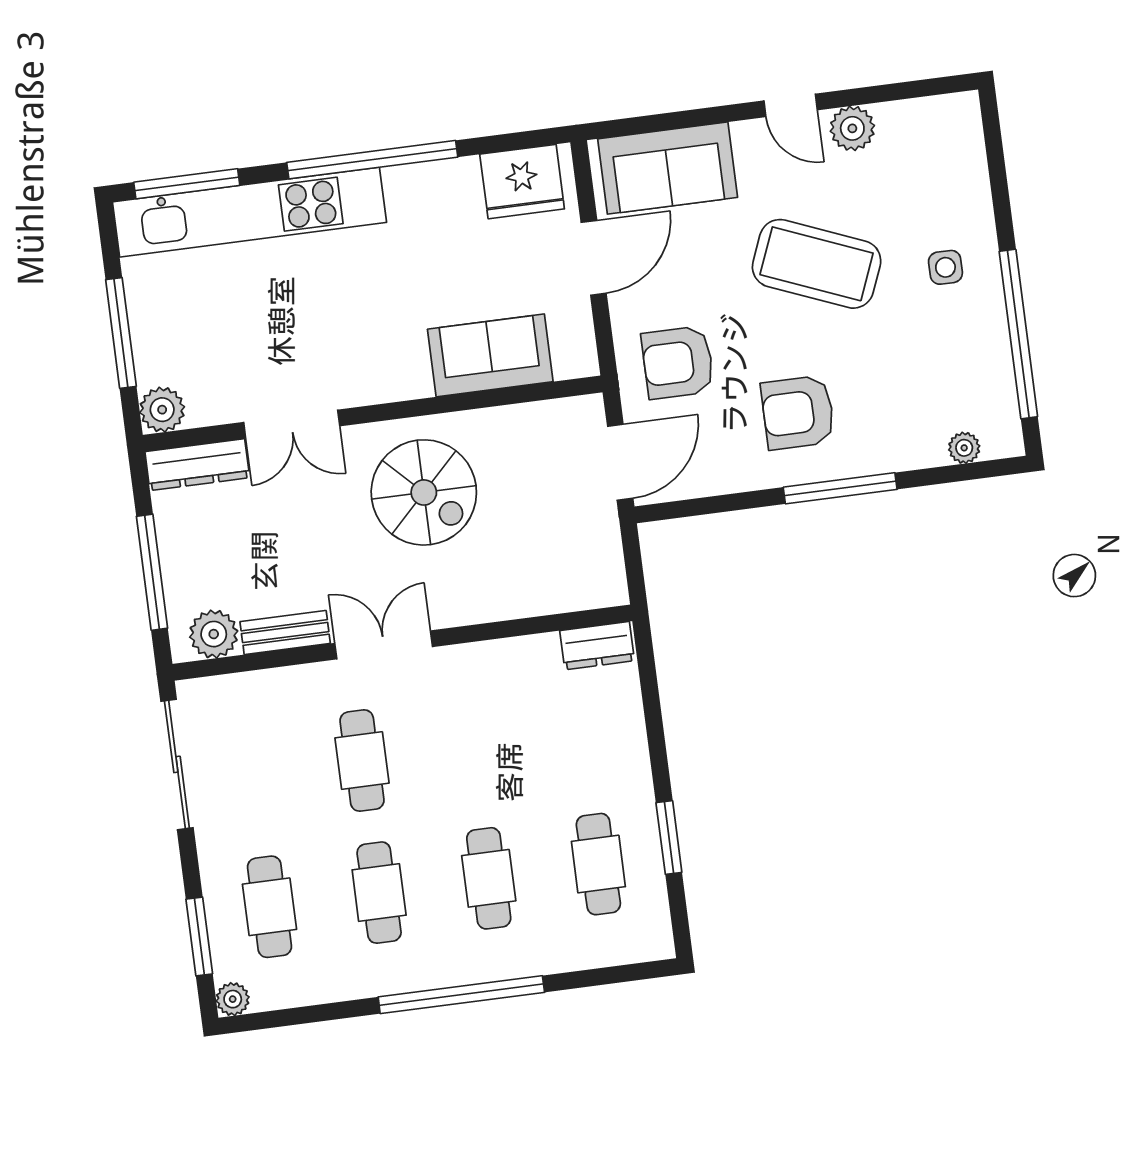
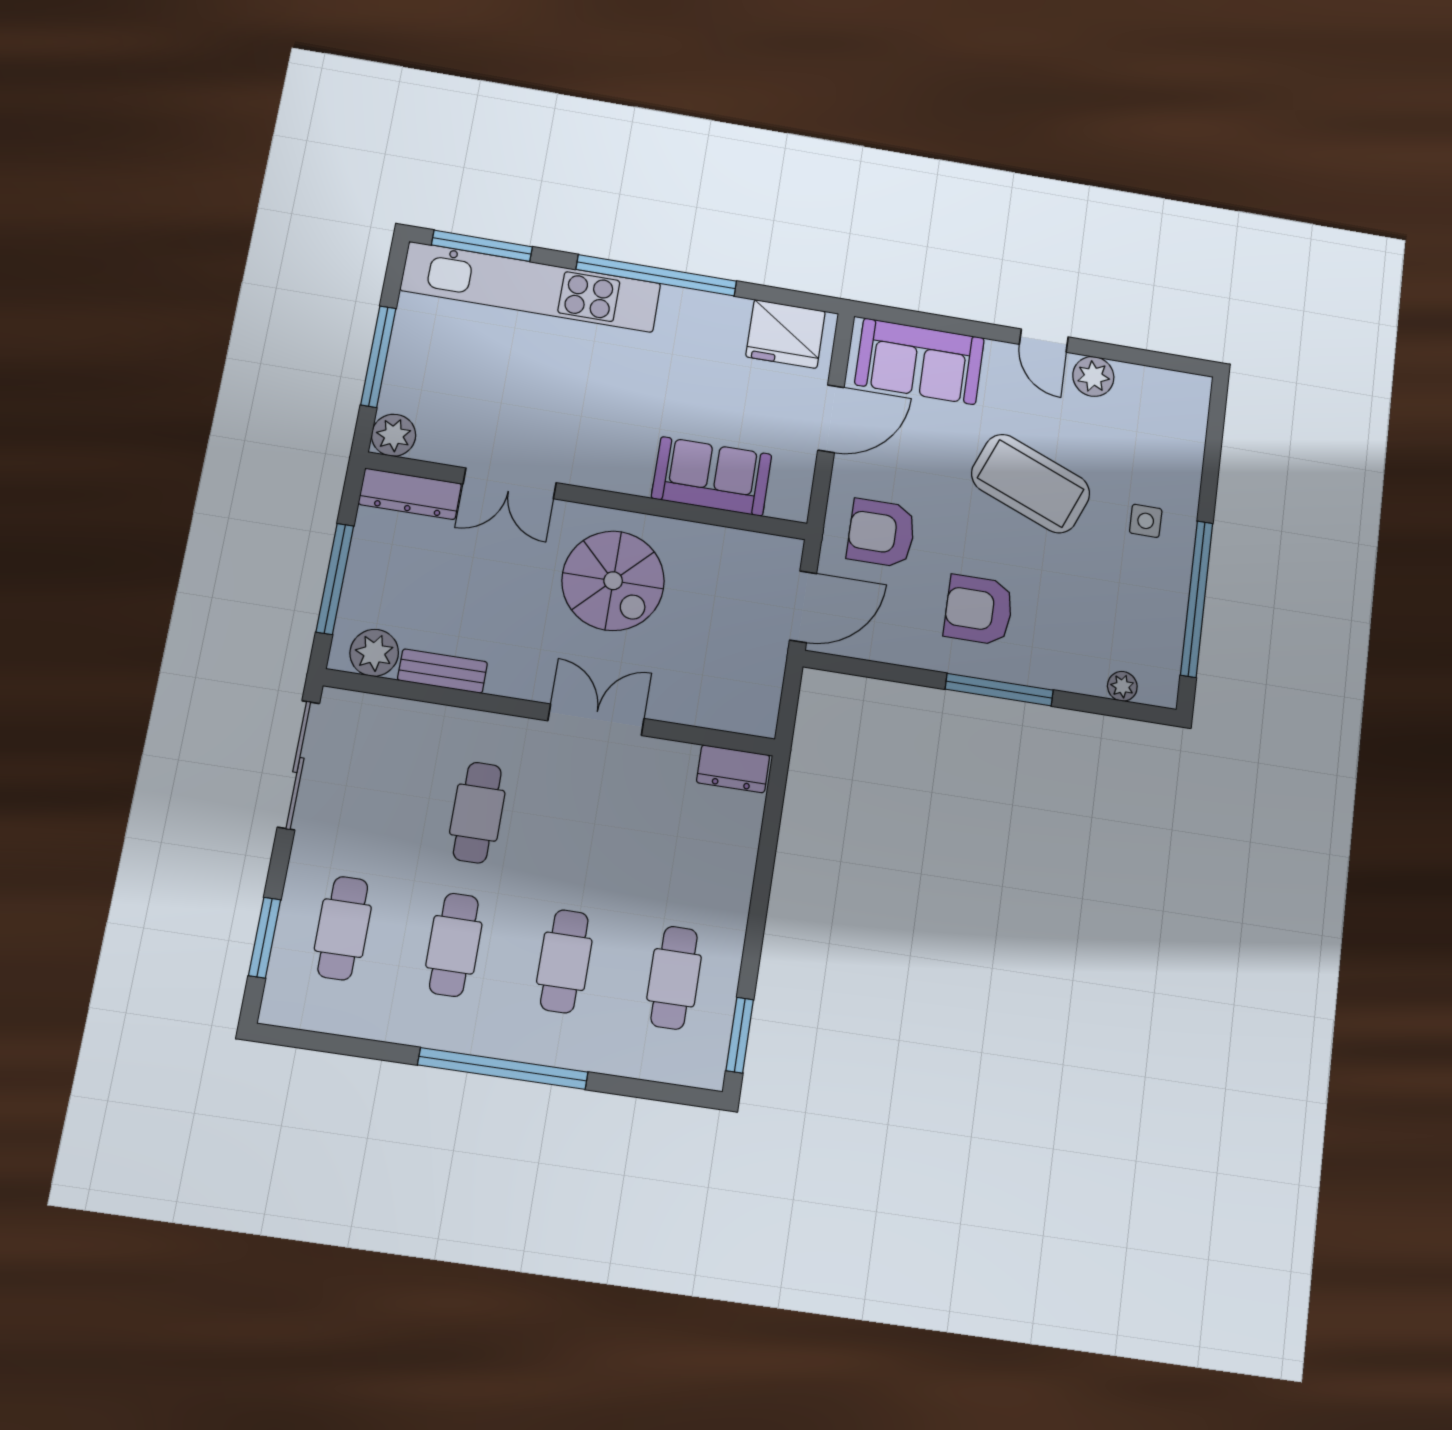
double door: (384, 645) -> (596, 720), moved
window: (669, 837) -> (740, 1035), moved
plant: (233, 999) -> (277, 1009), removed

